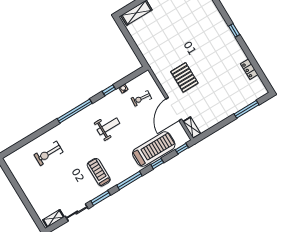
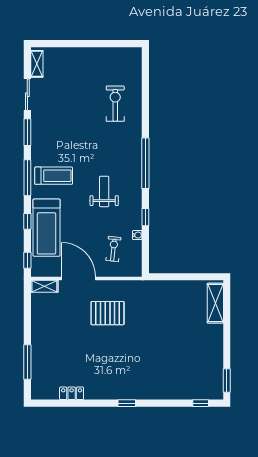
weight bench: (108, 126) -> (104, 191), turned 180
treadmill: (99, 172) -> (54, 176), moved

